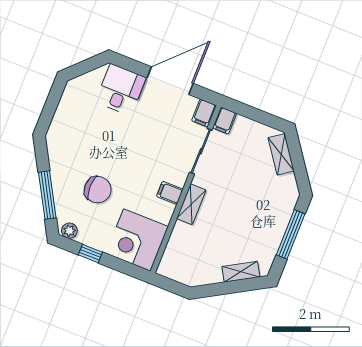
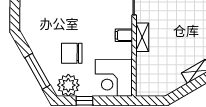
chair: (98, 190) -> (72, 53), turned 180
plant: (69, 231) -> (68, 85), width x1.88, depth x1.88

